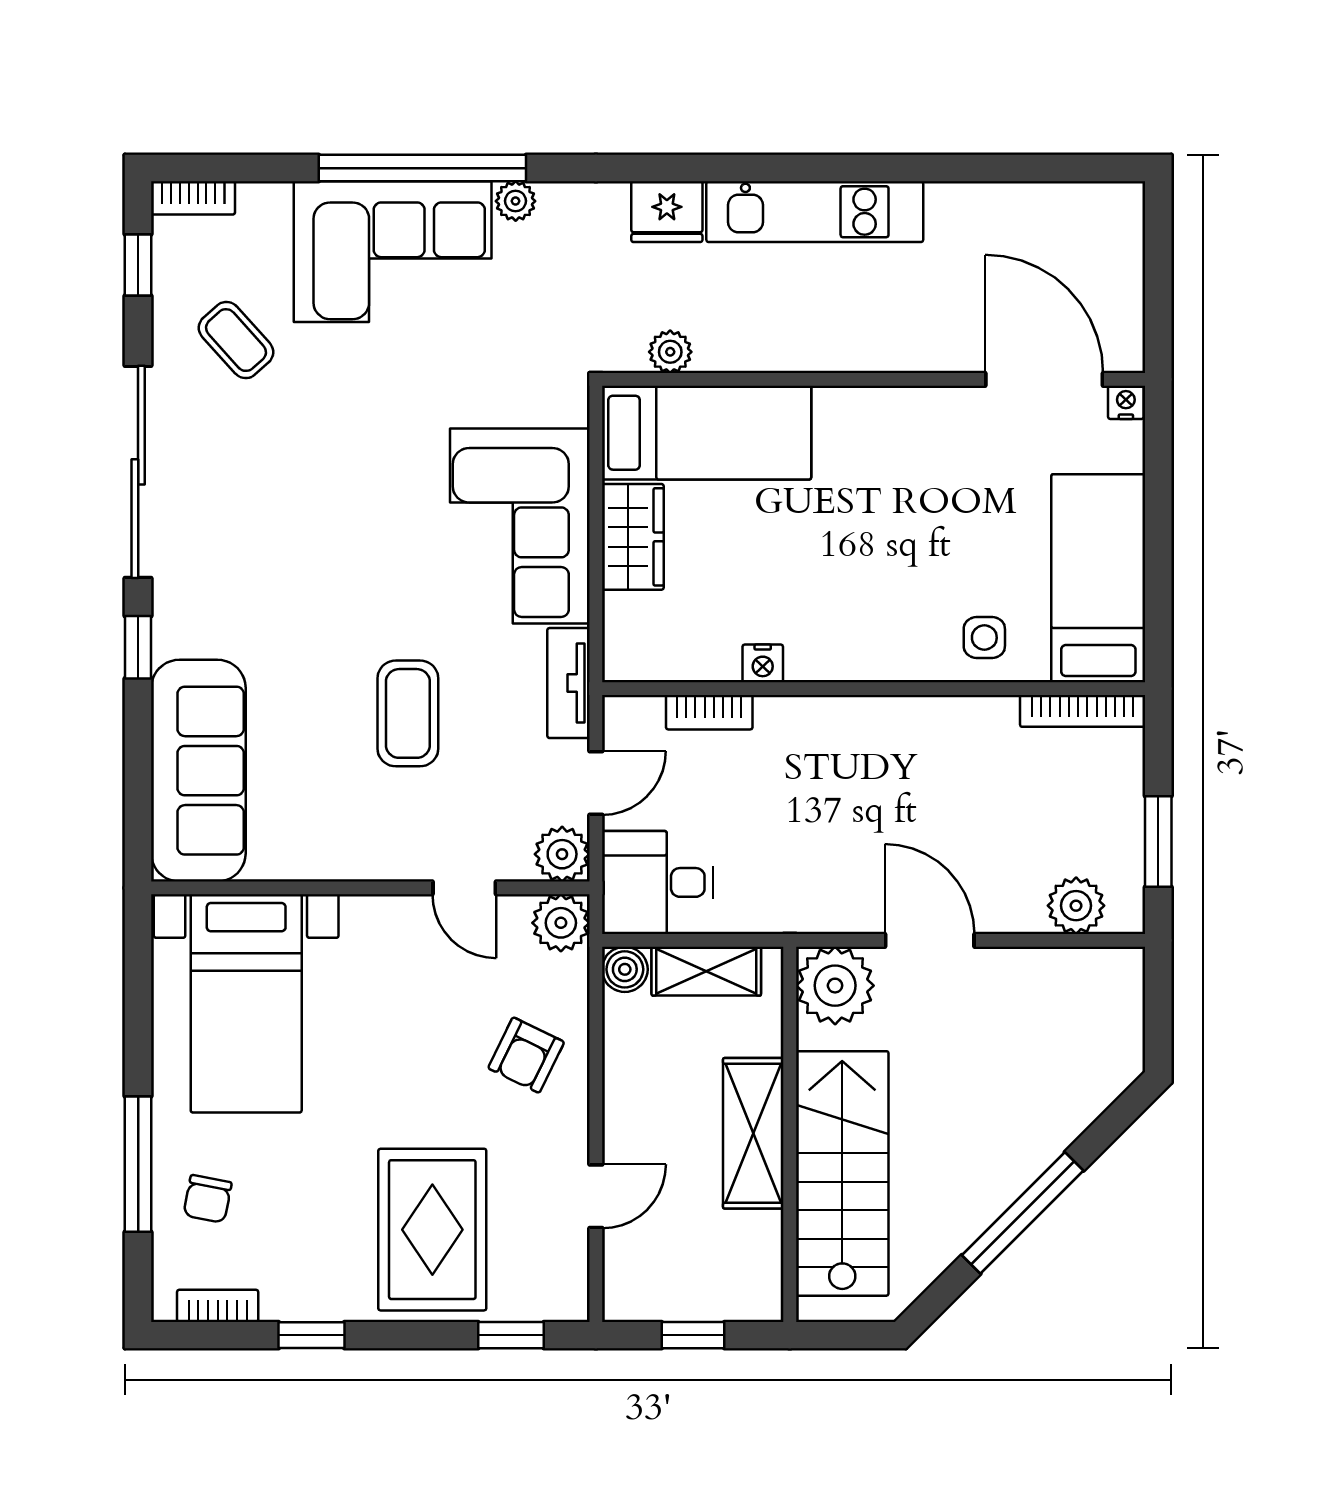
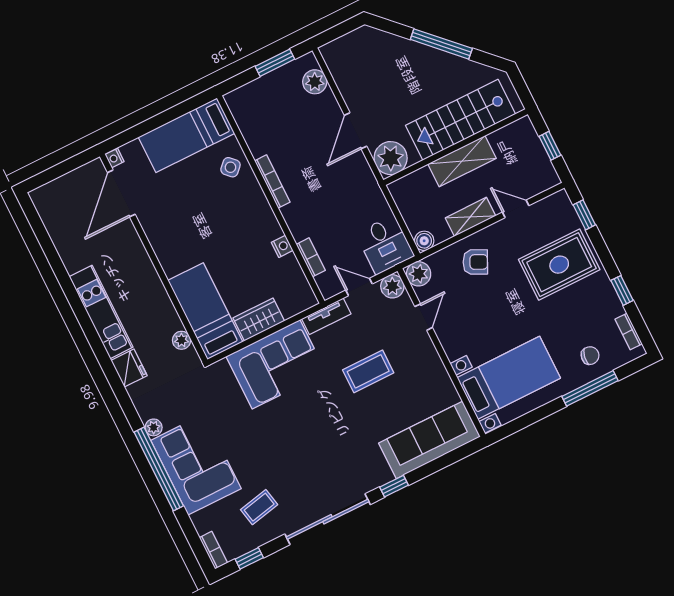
coffee table: (236, 340) -> (259, 507), turned 30
side table: (984, 638) -> (230, 167), turned 45
bookcase: (1083, 711) -> (272, 181), moved
shelving: (706, 971) -> (470, 217), moved, turned 90

